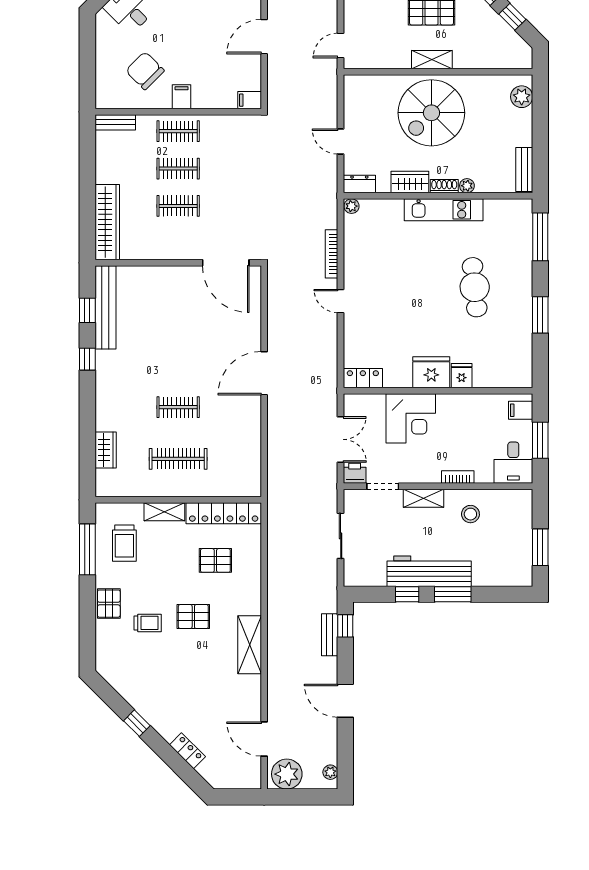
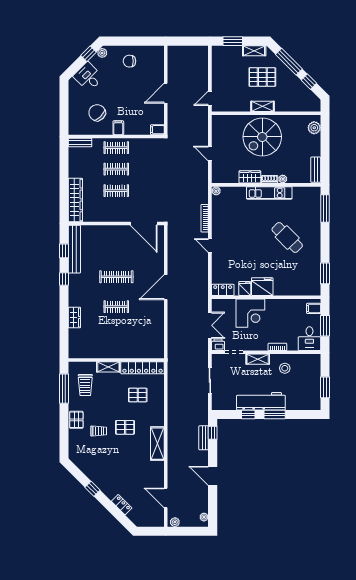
dresser: (359, 184) -> (221, 178), removed
cafe table: (475, 287) -> (287, 238), turned -39
window: (540, 315) -> (325, 273), moved
fridge: (462, 376) -> (245, 288), moved
wardrobe: (106, 450) -> (74, 317), moved
clothes rail: (178, 459) -> (116, 277), moved
plant: (287, 774) -> (175, 522), width x0.53, depth x0.53

